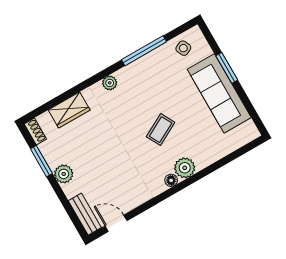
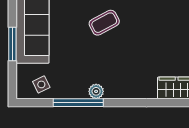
plant: (110, 83) -> (96, 91), moved

